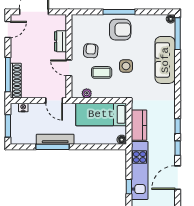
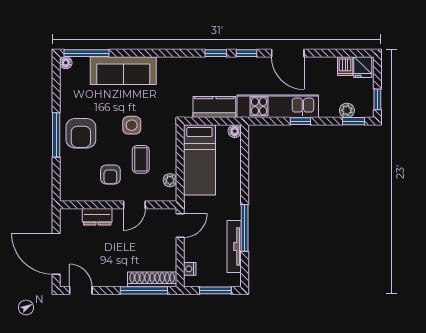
armchair: (120, 30) -> (81, 133), turned 180
armchair: (91, 51) -> (110, 174), turned -94
tv unit: (55, 139) -> (234, 247), moved

